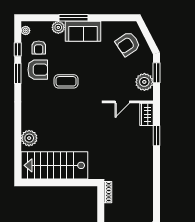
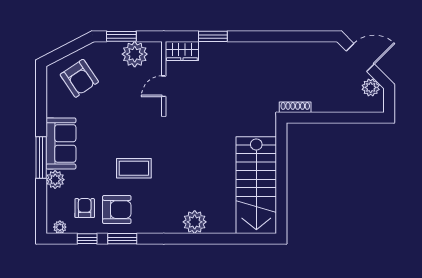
armchair: (39, 48) -> (85, 208), turned -90
armchair: (38, 70) -> (117, 210), turned 90
coffee table: (66, 81) -> (134, 168), turned 90
door: (122, 102) -> (164, 86), swing flipped
plant: (29, 138) -> (195, 222), moved

